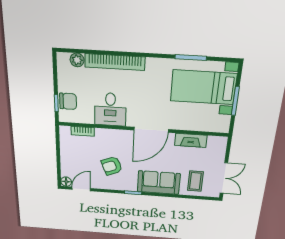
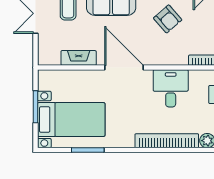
door: (151, 130) -> (124, 68), hinge flipped
armchair: (112, 166) -> (168, 19), turned 71

